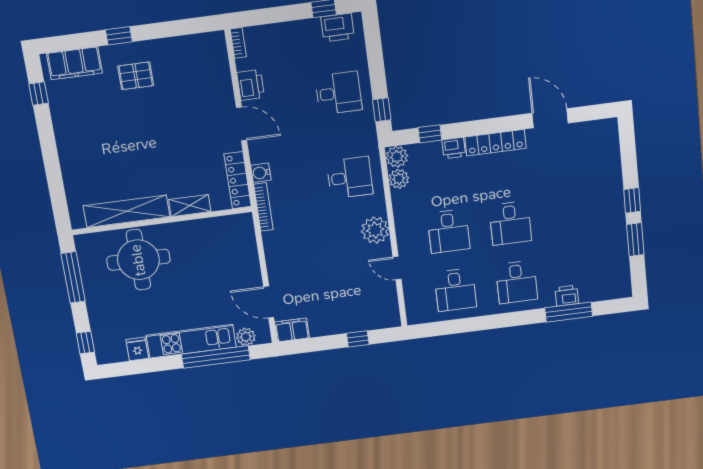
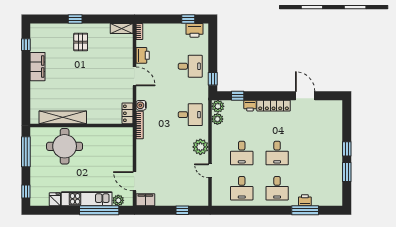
filing cabinet: (74, 63) -> (38, 67), moved, turned -90
pallet: (136, 76) -> (81, 42), turned 90
locker: (238, 180) -> (128, 113), width x0.66
shelving: (190, 206) -> (122, 28), moved

